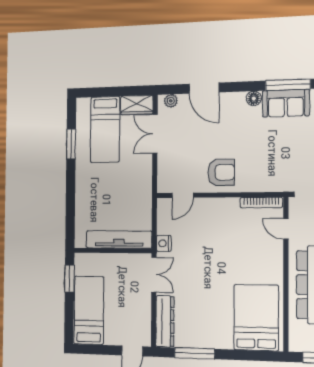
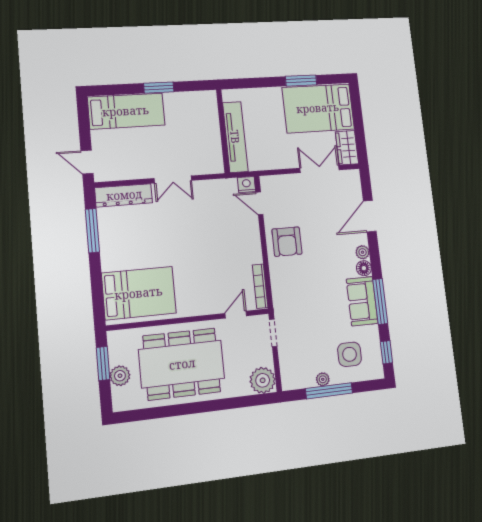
plant: (171, 101) -> (363, 252), moved
bed: (105, 130) -> (318, 108), width x1.50
tv unit: (119, 239) -> (235, 137), moved
nightstand: (164, 243) -> (247, 185), moved
wall: (113, 251) -> (223, 131), moved

